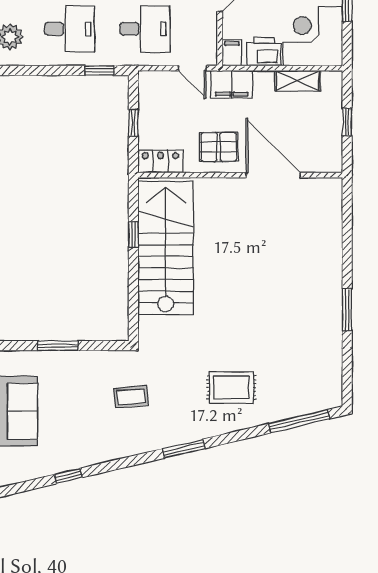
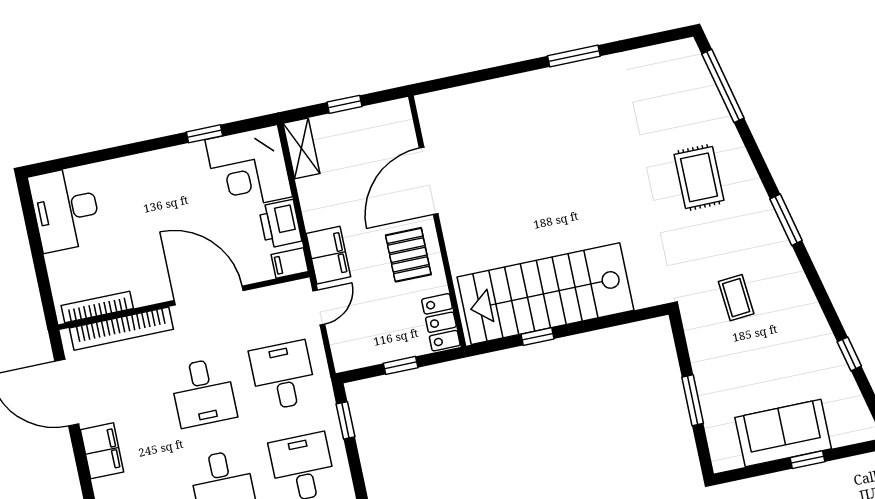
shelving: (298, 81) -> (301, 148), moved

